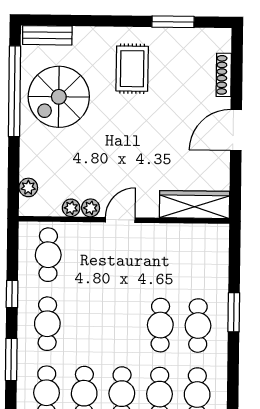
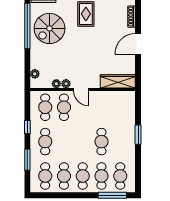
door: (120, 220) -> (81, 89), swing flipped
cafe table: (198, 326) -> (64, 107), moved

